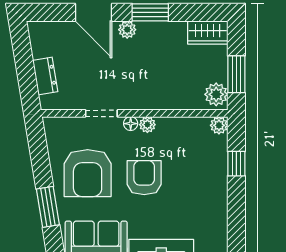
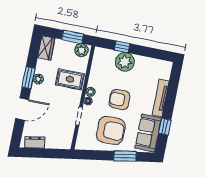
plant: (127, 30) -> (38, 79), moved
dresser: (45, 76) -> (35, 142), moved
rug: (162, 85) -> (70, 79), added
plant: (219, 125) -> (125, 62), moved, width x1.87, depth x1.87

